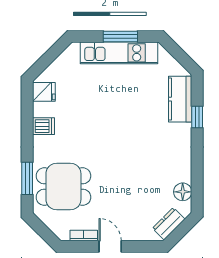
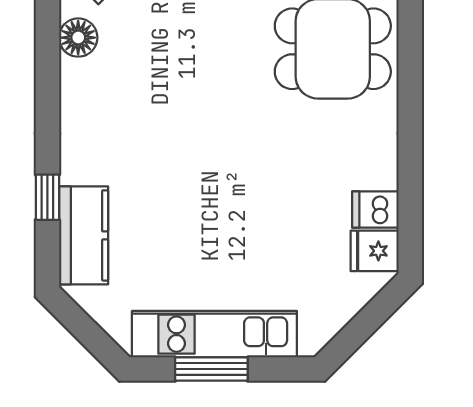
dishwasher: (44, 126) -> (375, 210), moved
window: (27, 178) -> (410, 66), removed

